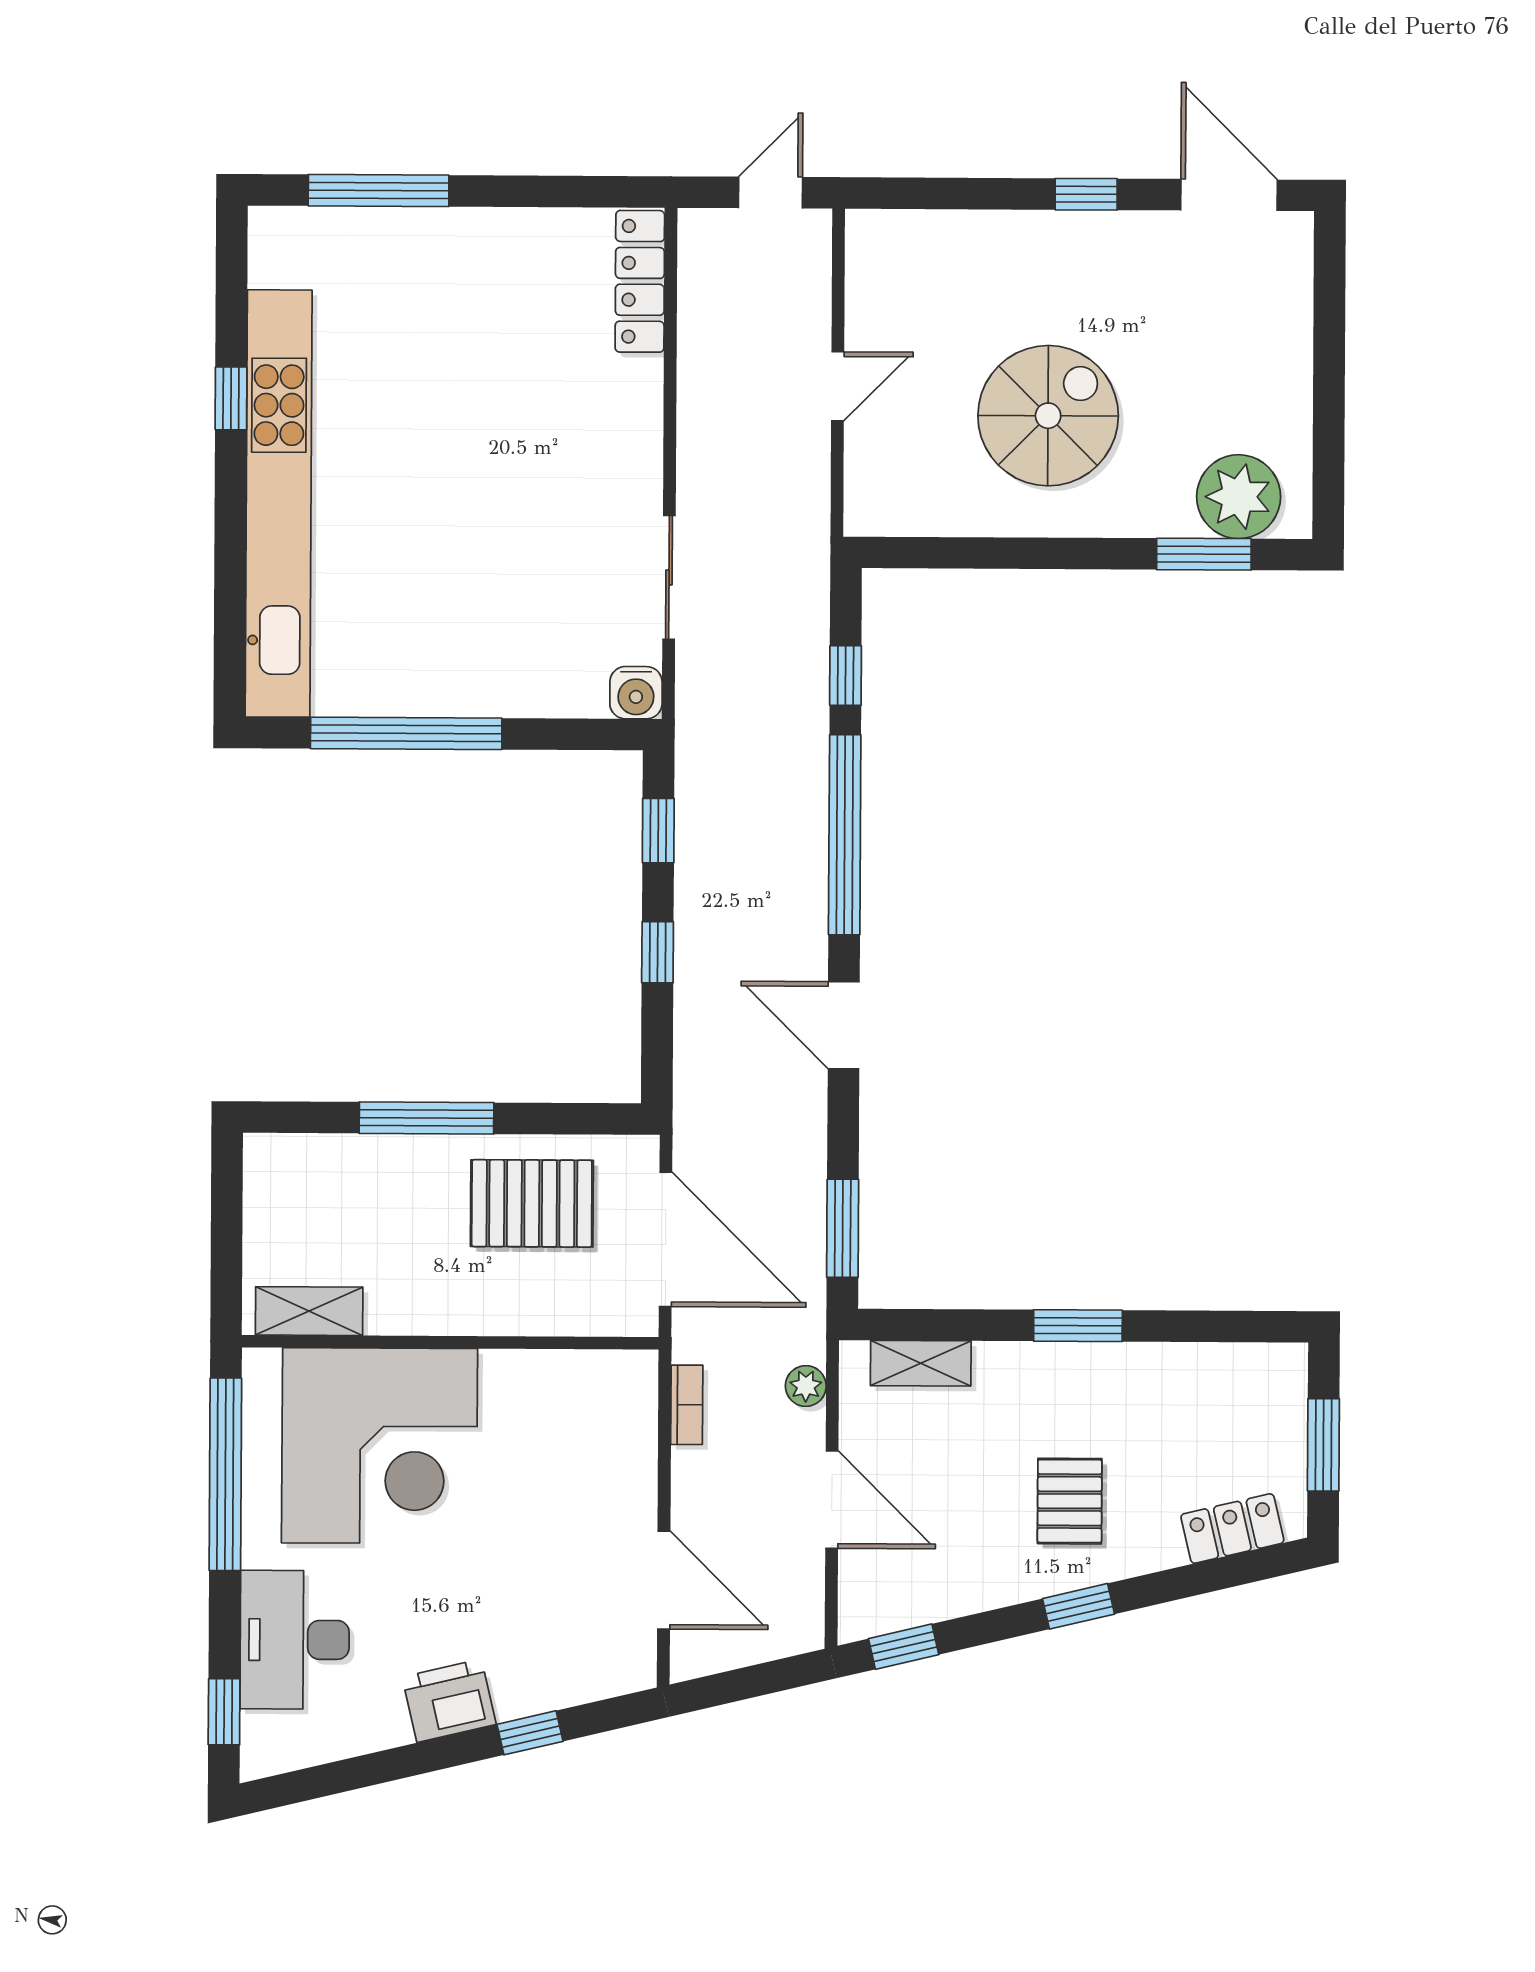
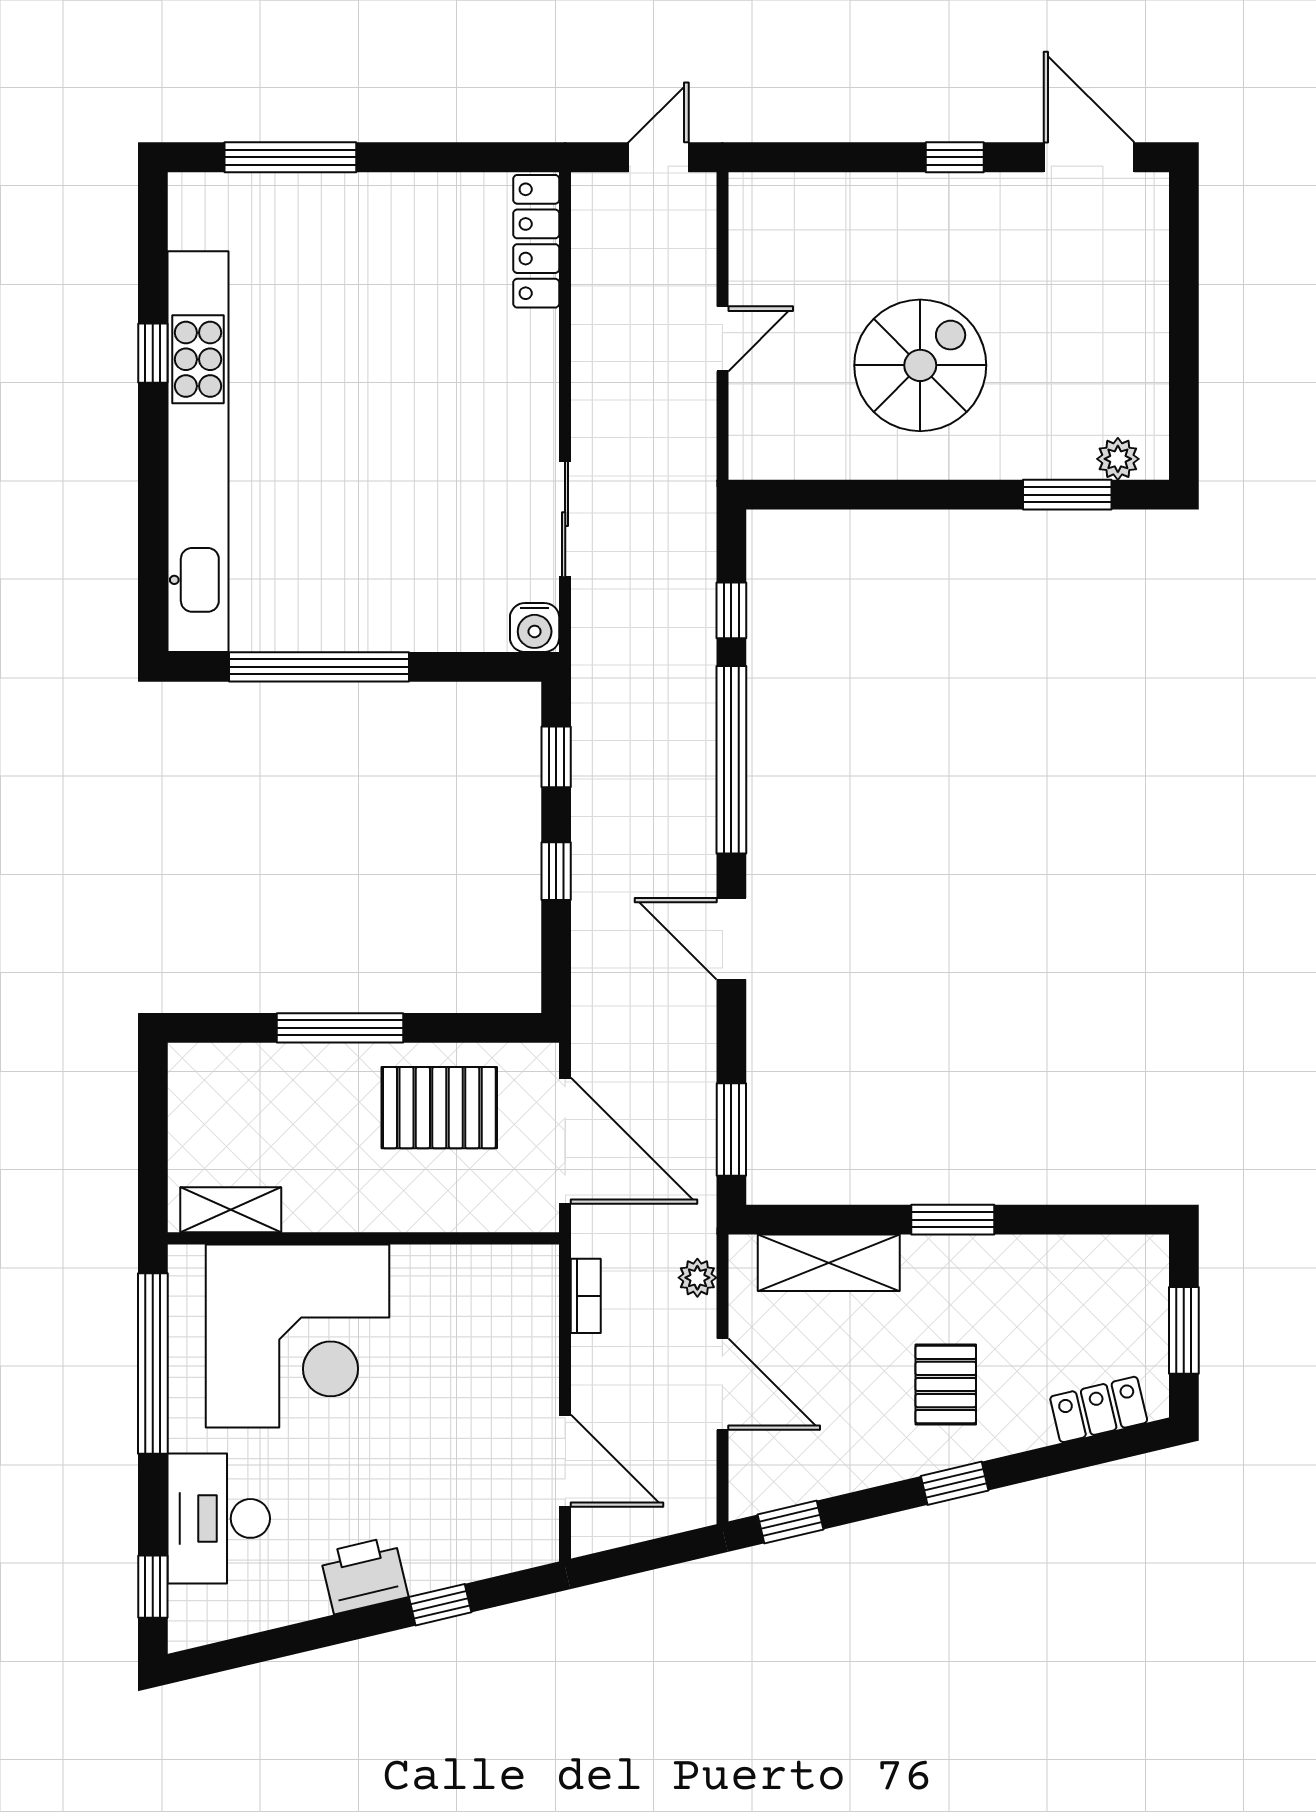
plant: (1239, 497) -> (1118, 459), width x0.53, depth x0.53
shelving: (921, 1363) -> (829, 1263), width x1.50, depth x1.33

